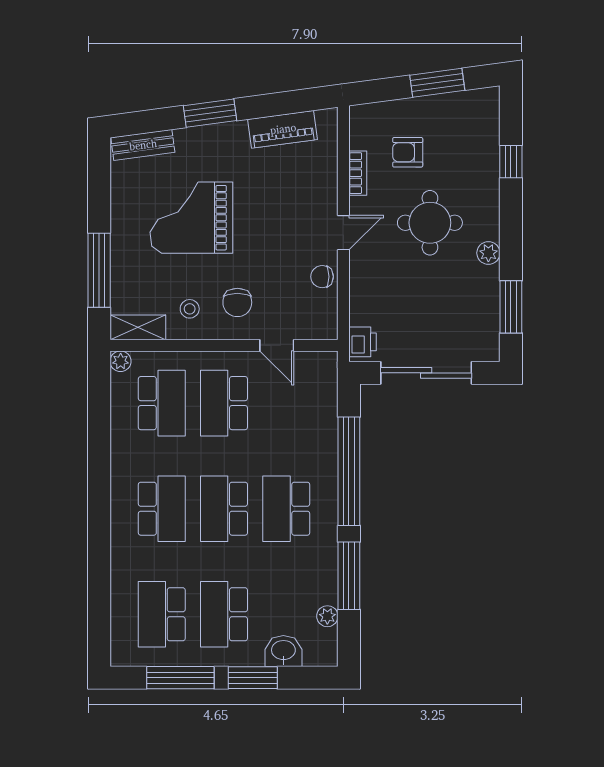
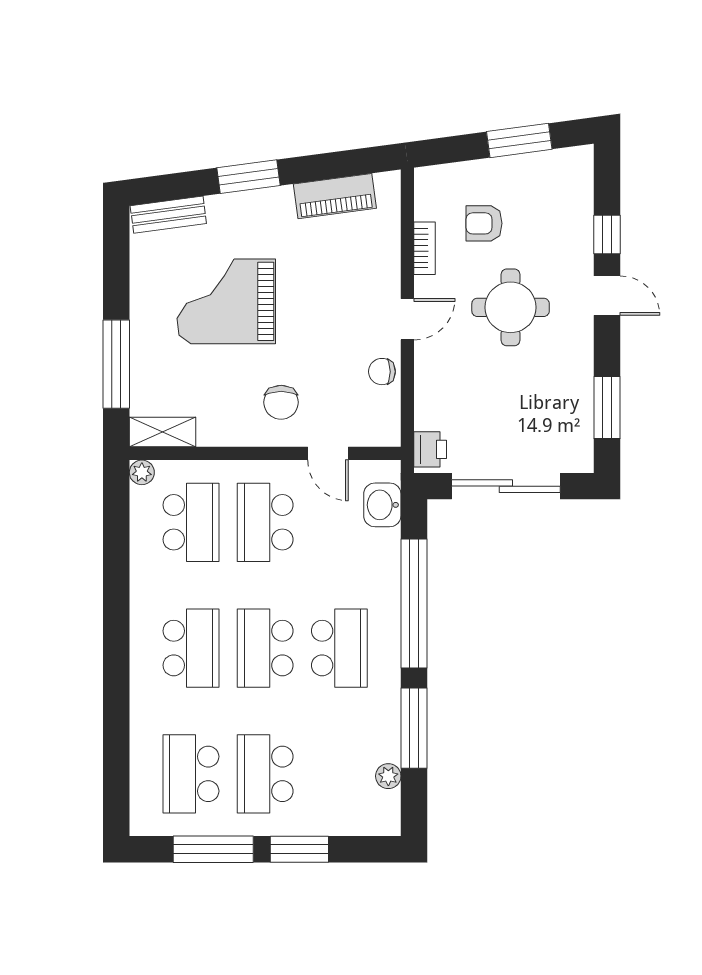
door: (511, 213) -> (607, 296), added
plant: (488, 253) -> (580, 343), removed
stool: (190, 309) -> (224, 410), removed
school desk: (286, 509) -> (339, 648), turned 180
washbasin: (283, 651) -> (382, 505), moved, turned -90

